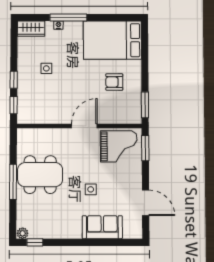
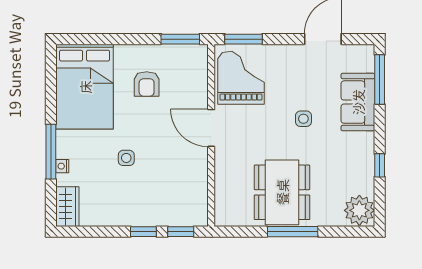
side table: (46, 68) -> (126, 158), moved
plant: (23, 233) -> (359, 210), width x1.87, depth x1.87
window: (35, 242) -> (380, 165), moved
window: (118, 242) -> (380, 79), added

